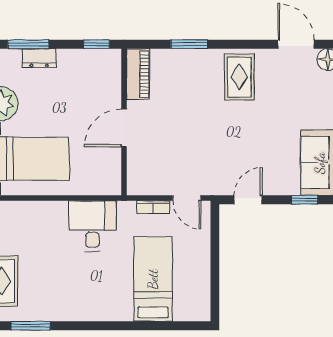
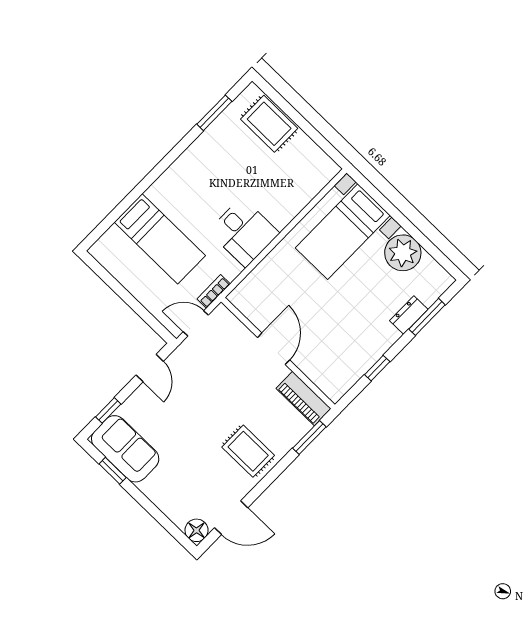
piano: (138, 74) -> (304, 399), moved
wall: (124, 122) -> (278, 353), moved
door: (124, 128) -> (274, 349), moved

